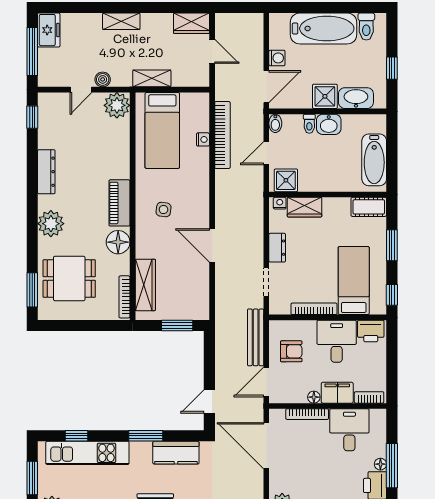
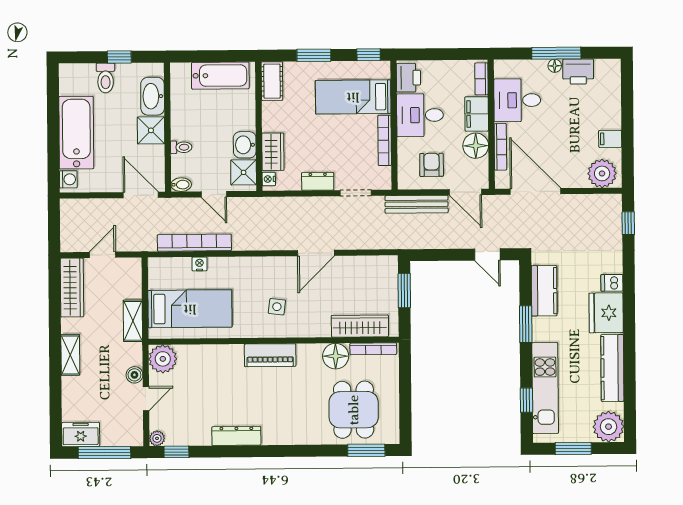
wardrobe: (191, 23) -> (72, 288), width x1.50
toilet: (366, 27) -> (106, 78), moved, turned 90
washing machine: (277, 58) -> (68, 179), moved, turned 90
door: (81, 90) -> (146, 399), hinge flipped
washbasin: (329, 124) -> (245, 145), moved, turned 180
plant: (51, 224) -> (157, 438), moved, width x0.53, depth x0.53
floor lamp: (118, 242) -> (336, 356), moved
floor lamp: (314, 397) -> (476, 146), width x1.89, depth x1.89
door: (266, 446) -> (536, 191), swing flipped

